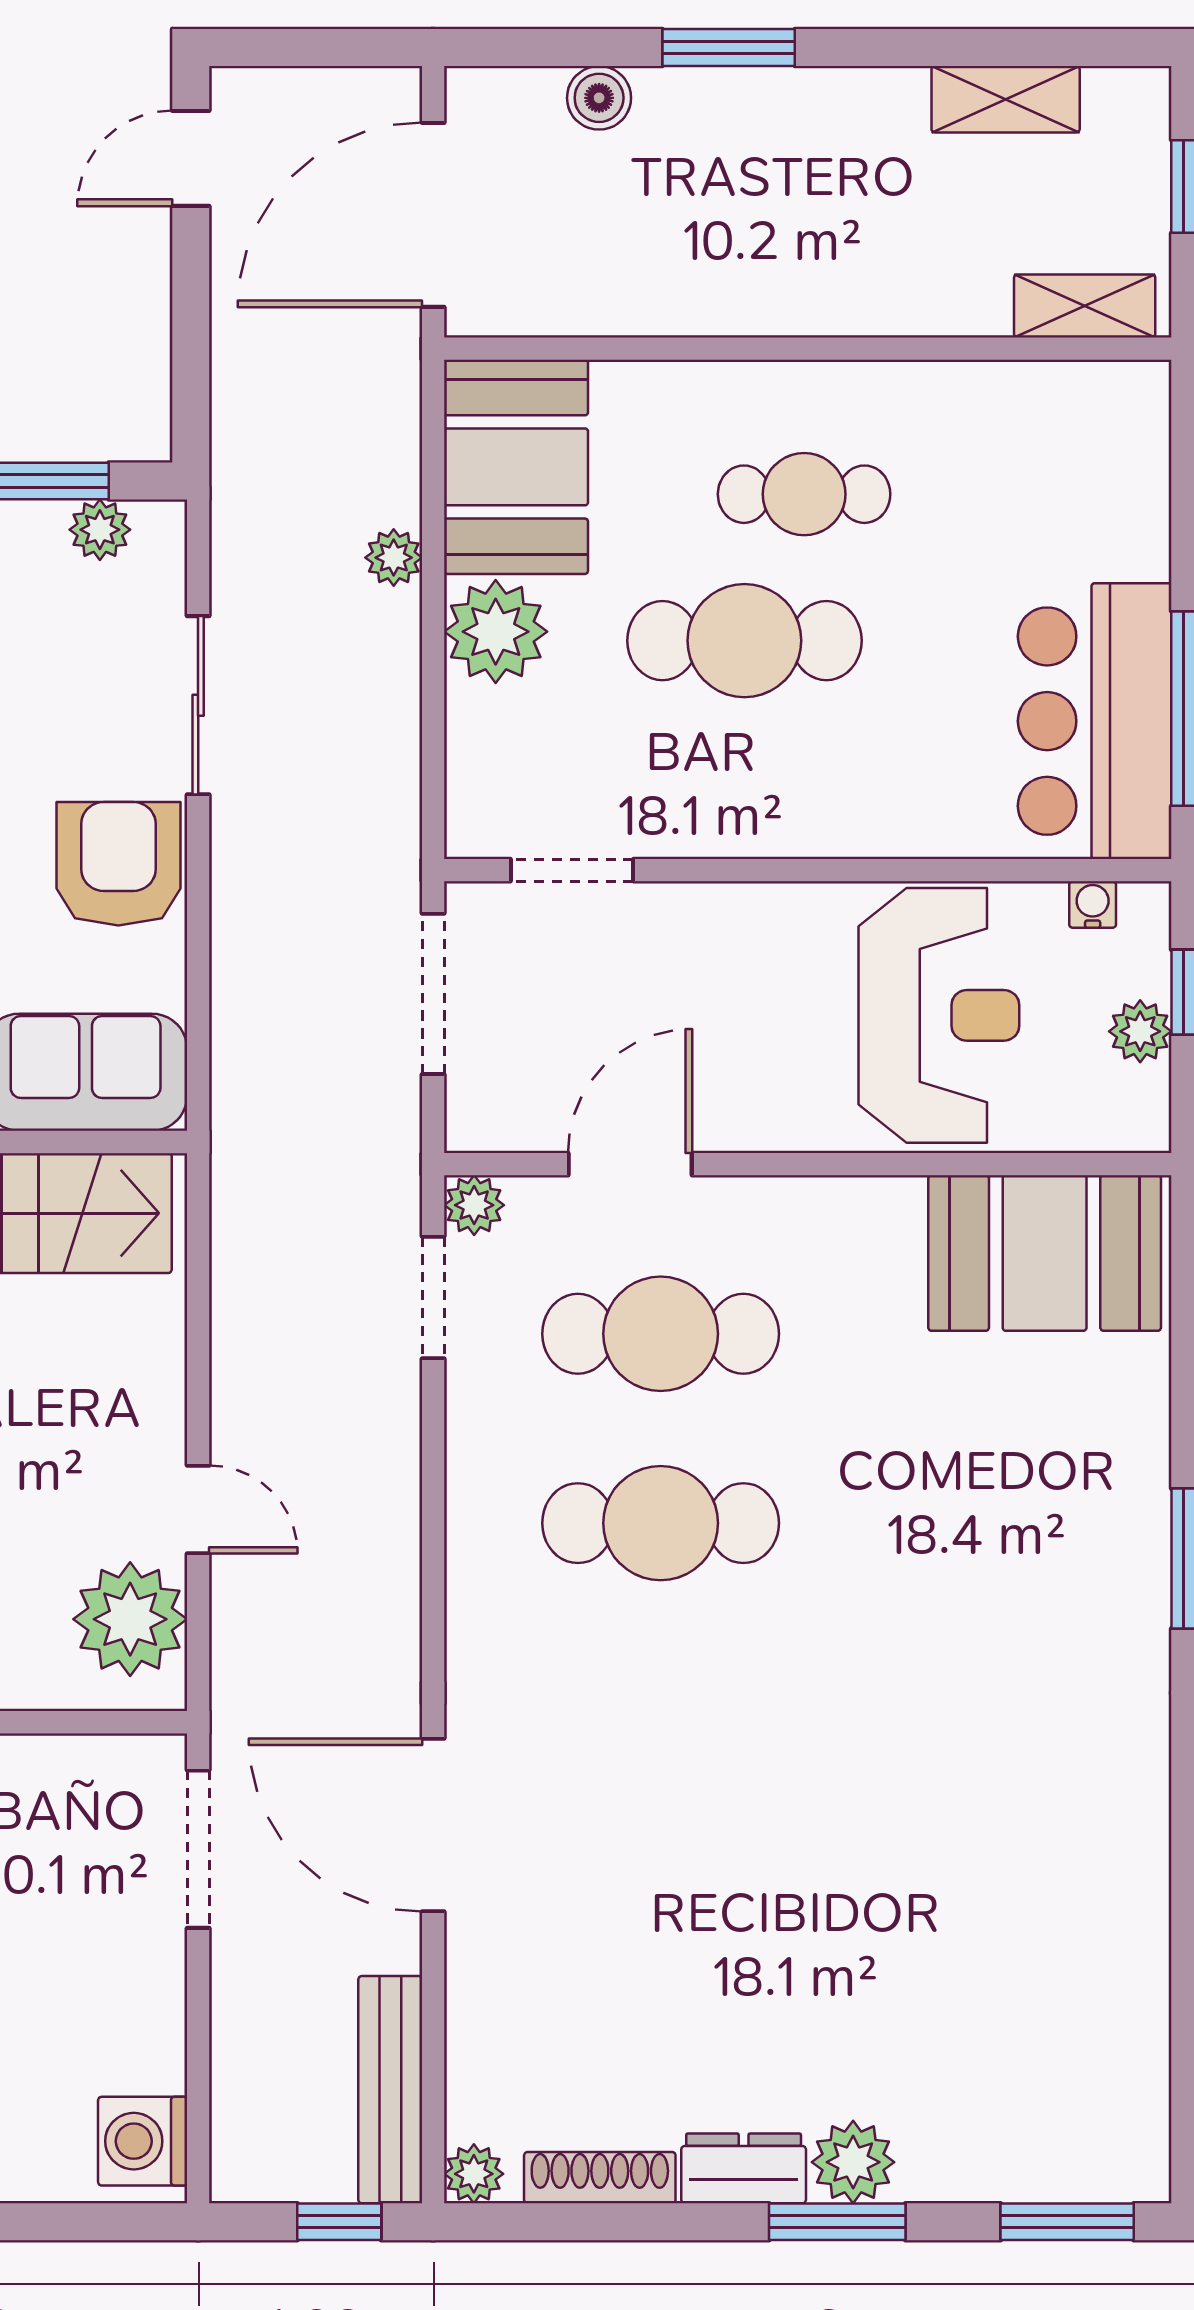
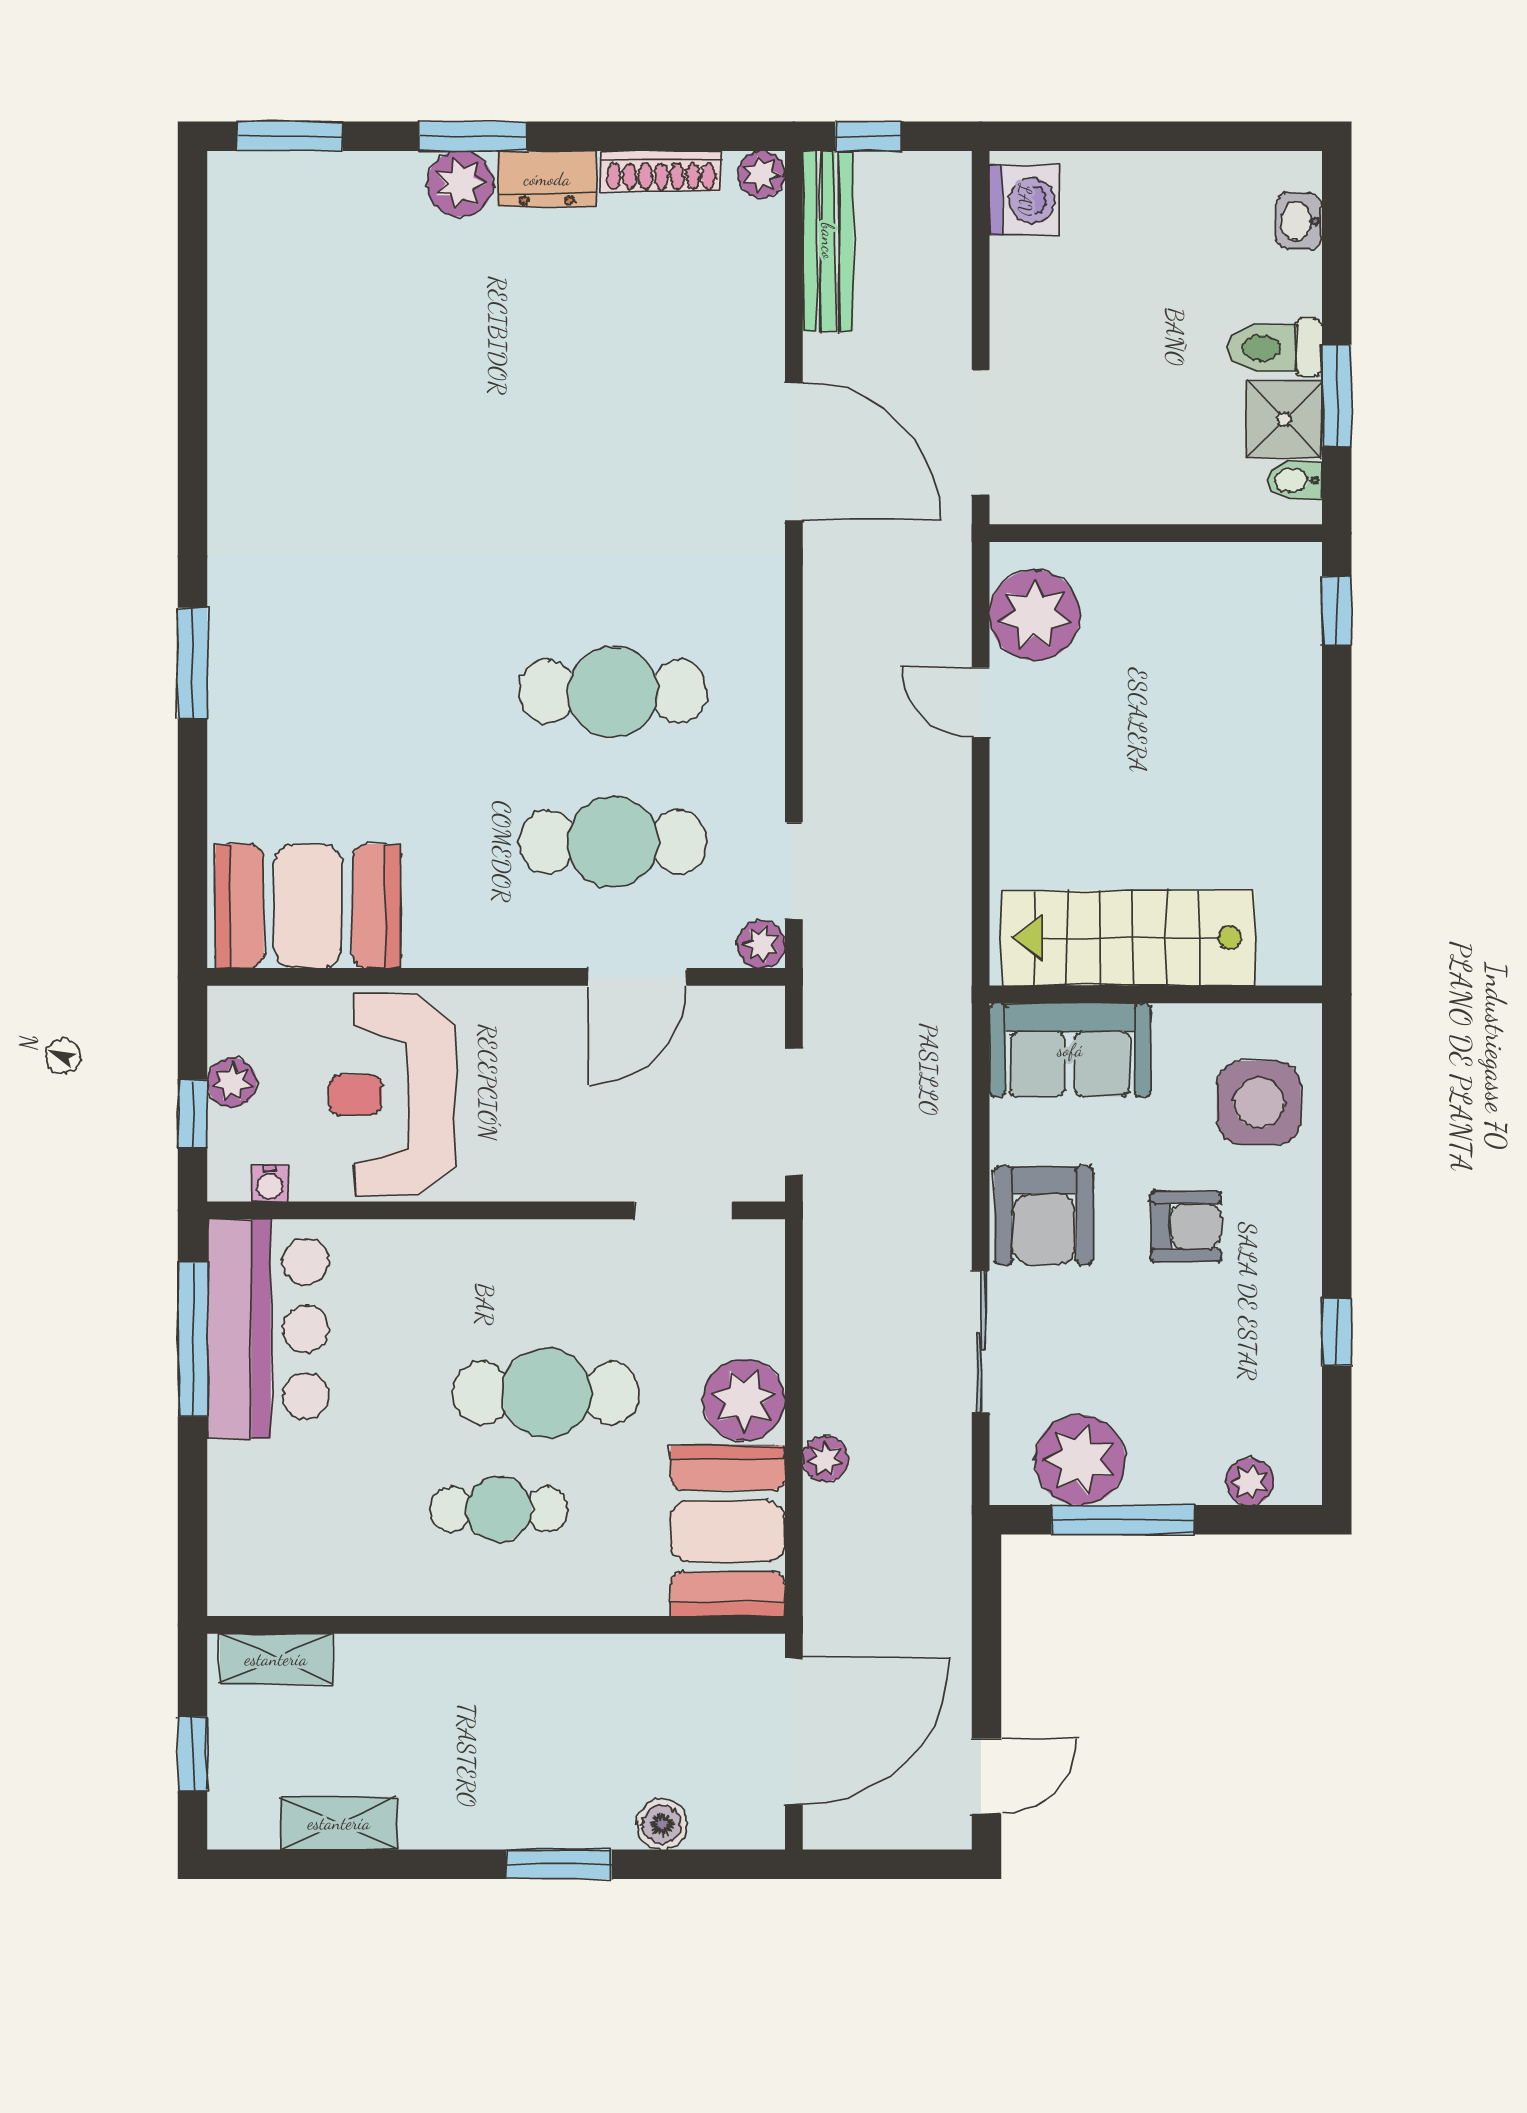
plant: (100, 530) -> (1080, 1460), width x1.88, depth x1.88

